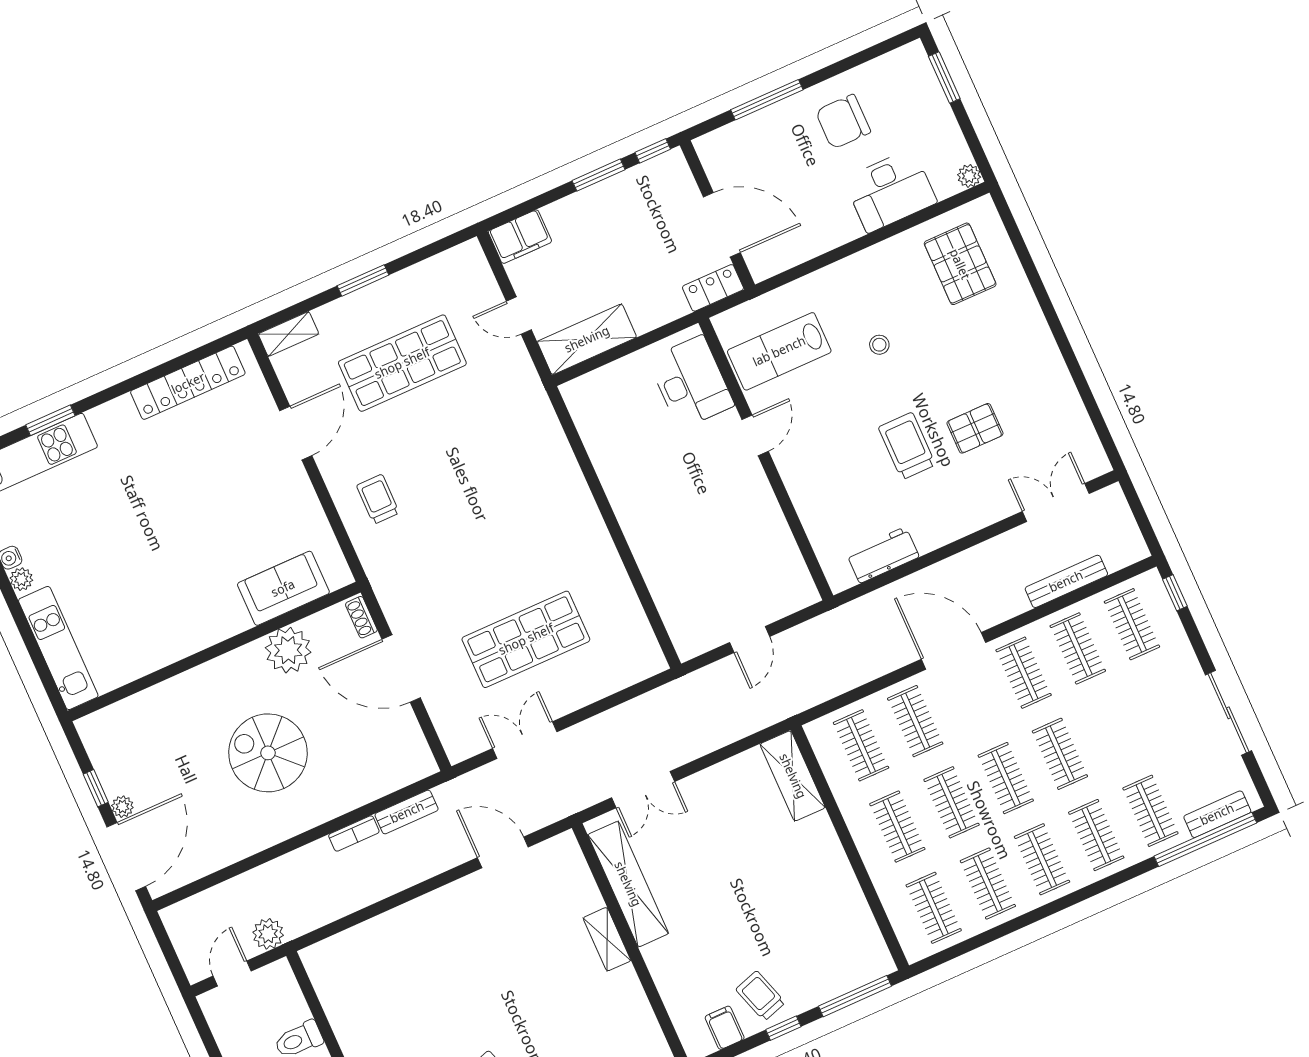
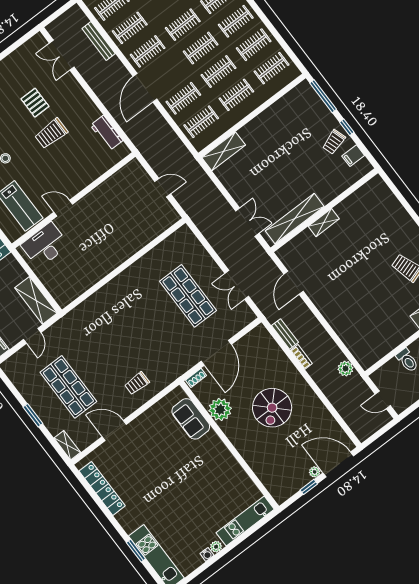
plant: (268, 934) -> (345, 369), moved

